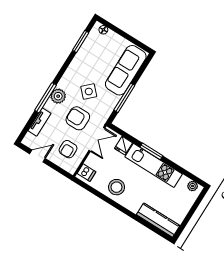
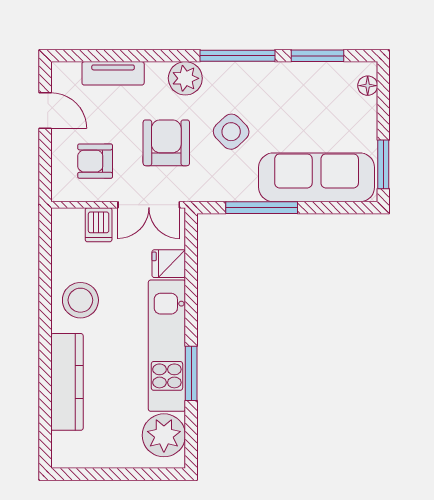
window: (136, 42) -> (383, 164), added
window: (45, 98) -> (237, 56), moved
window: (151, 151) -> (191, 373), moved
dishwasher: (86, 173) -> (99, 225), moved
plant: (193, 186) -> (164, 435), width x1.87, depth x1.87
kitchen counter: (158, 220) -> (67, 382), moved

